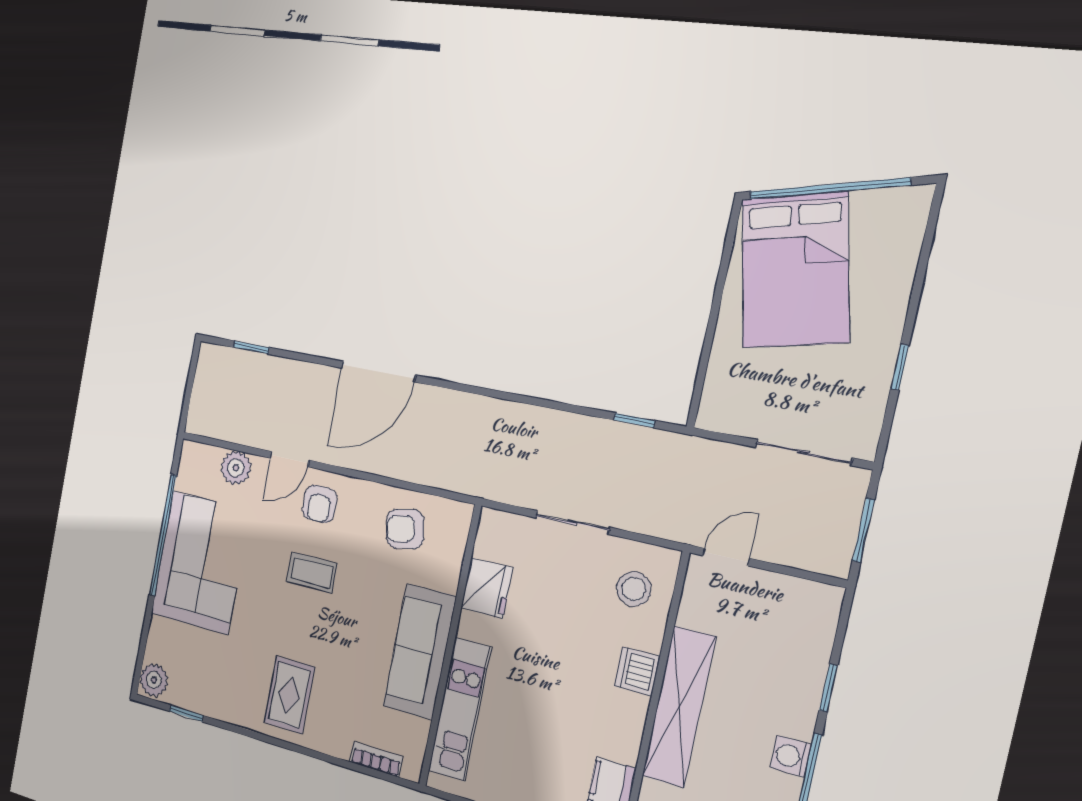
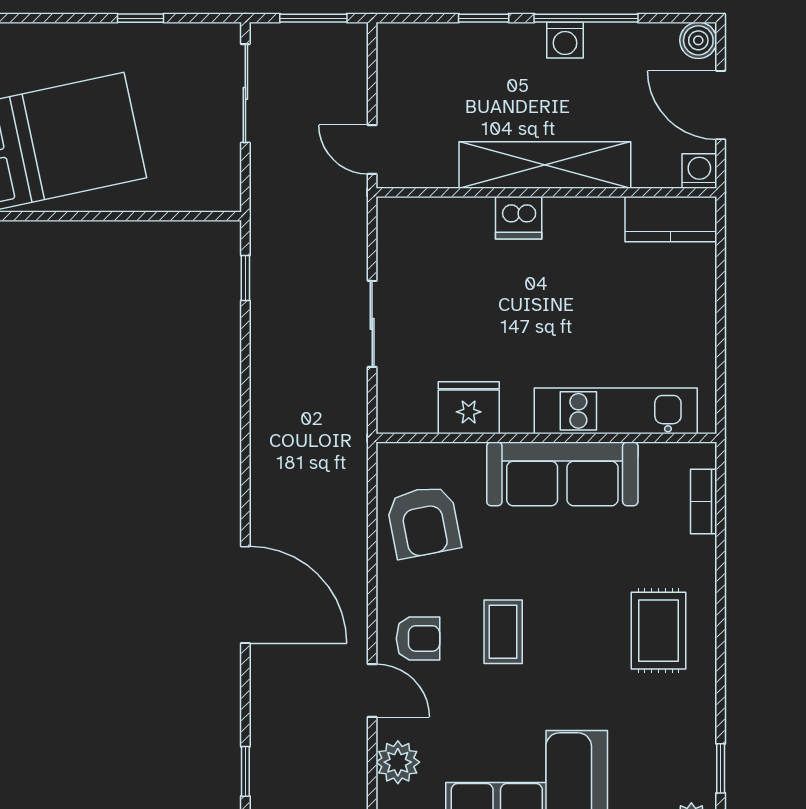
armchair: (405, 529) -> (423, 522), width x1.38, depth x1.38
stool: (634, 589) -> (430, 240), removed
rug: (289, 695) -> (659, 631), turned 90

